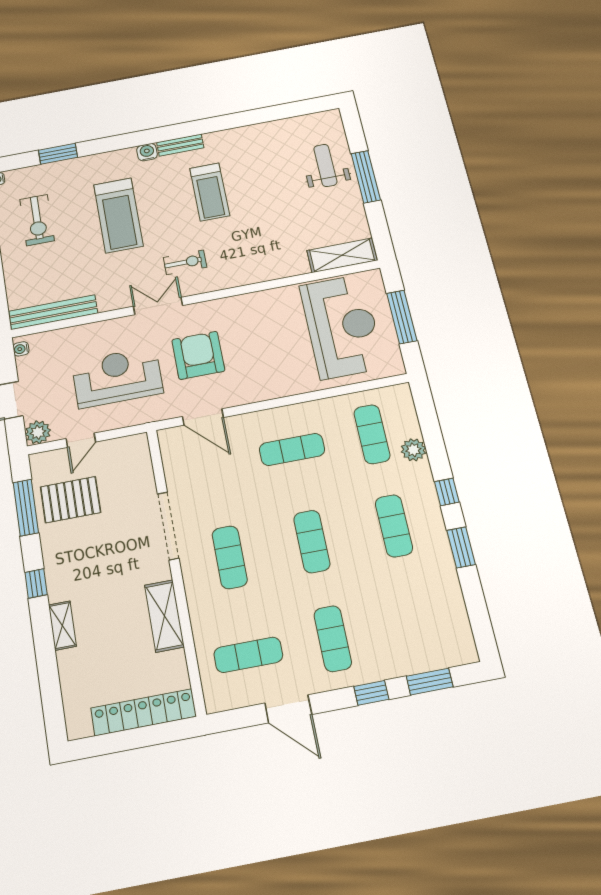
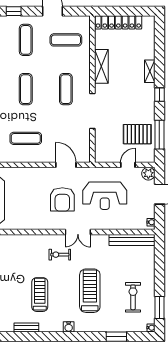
bench: (180, 145) -> (26, 327), moved

